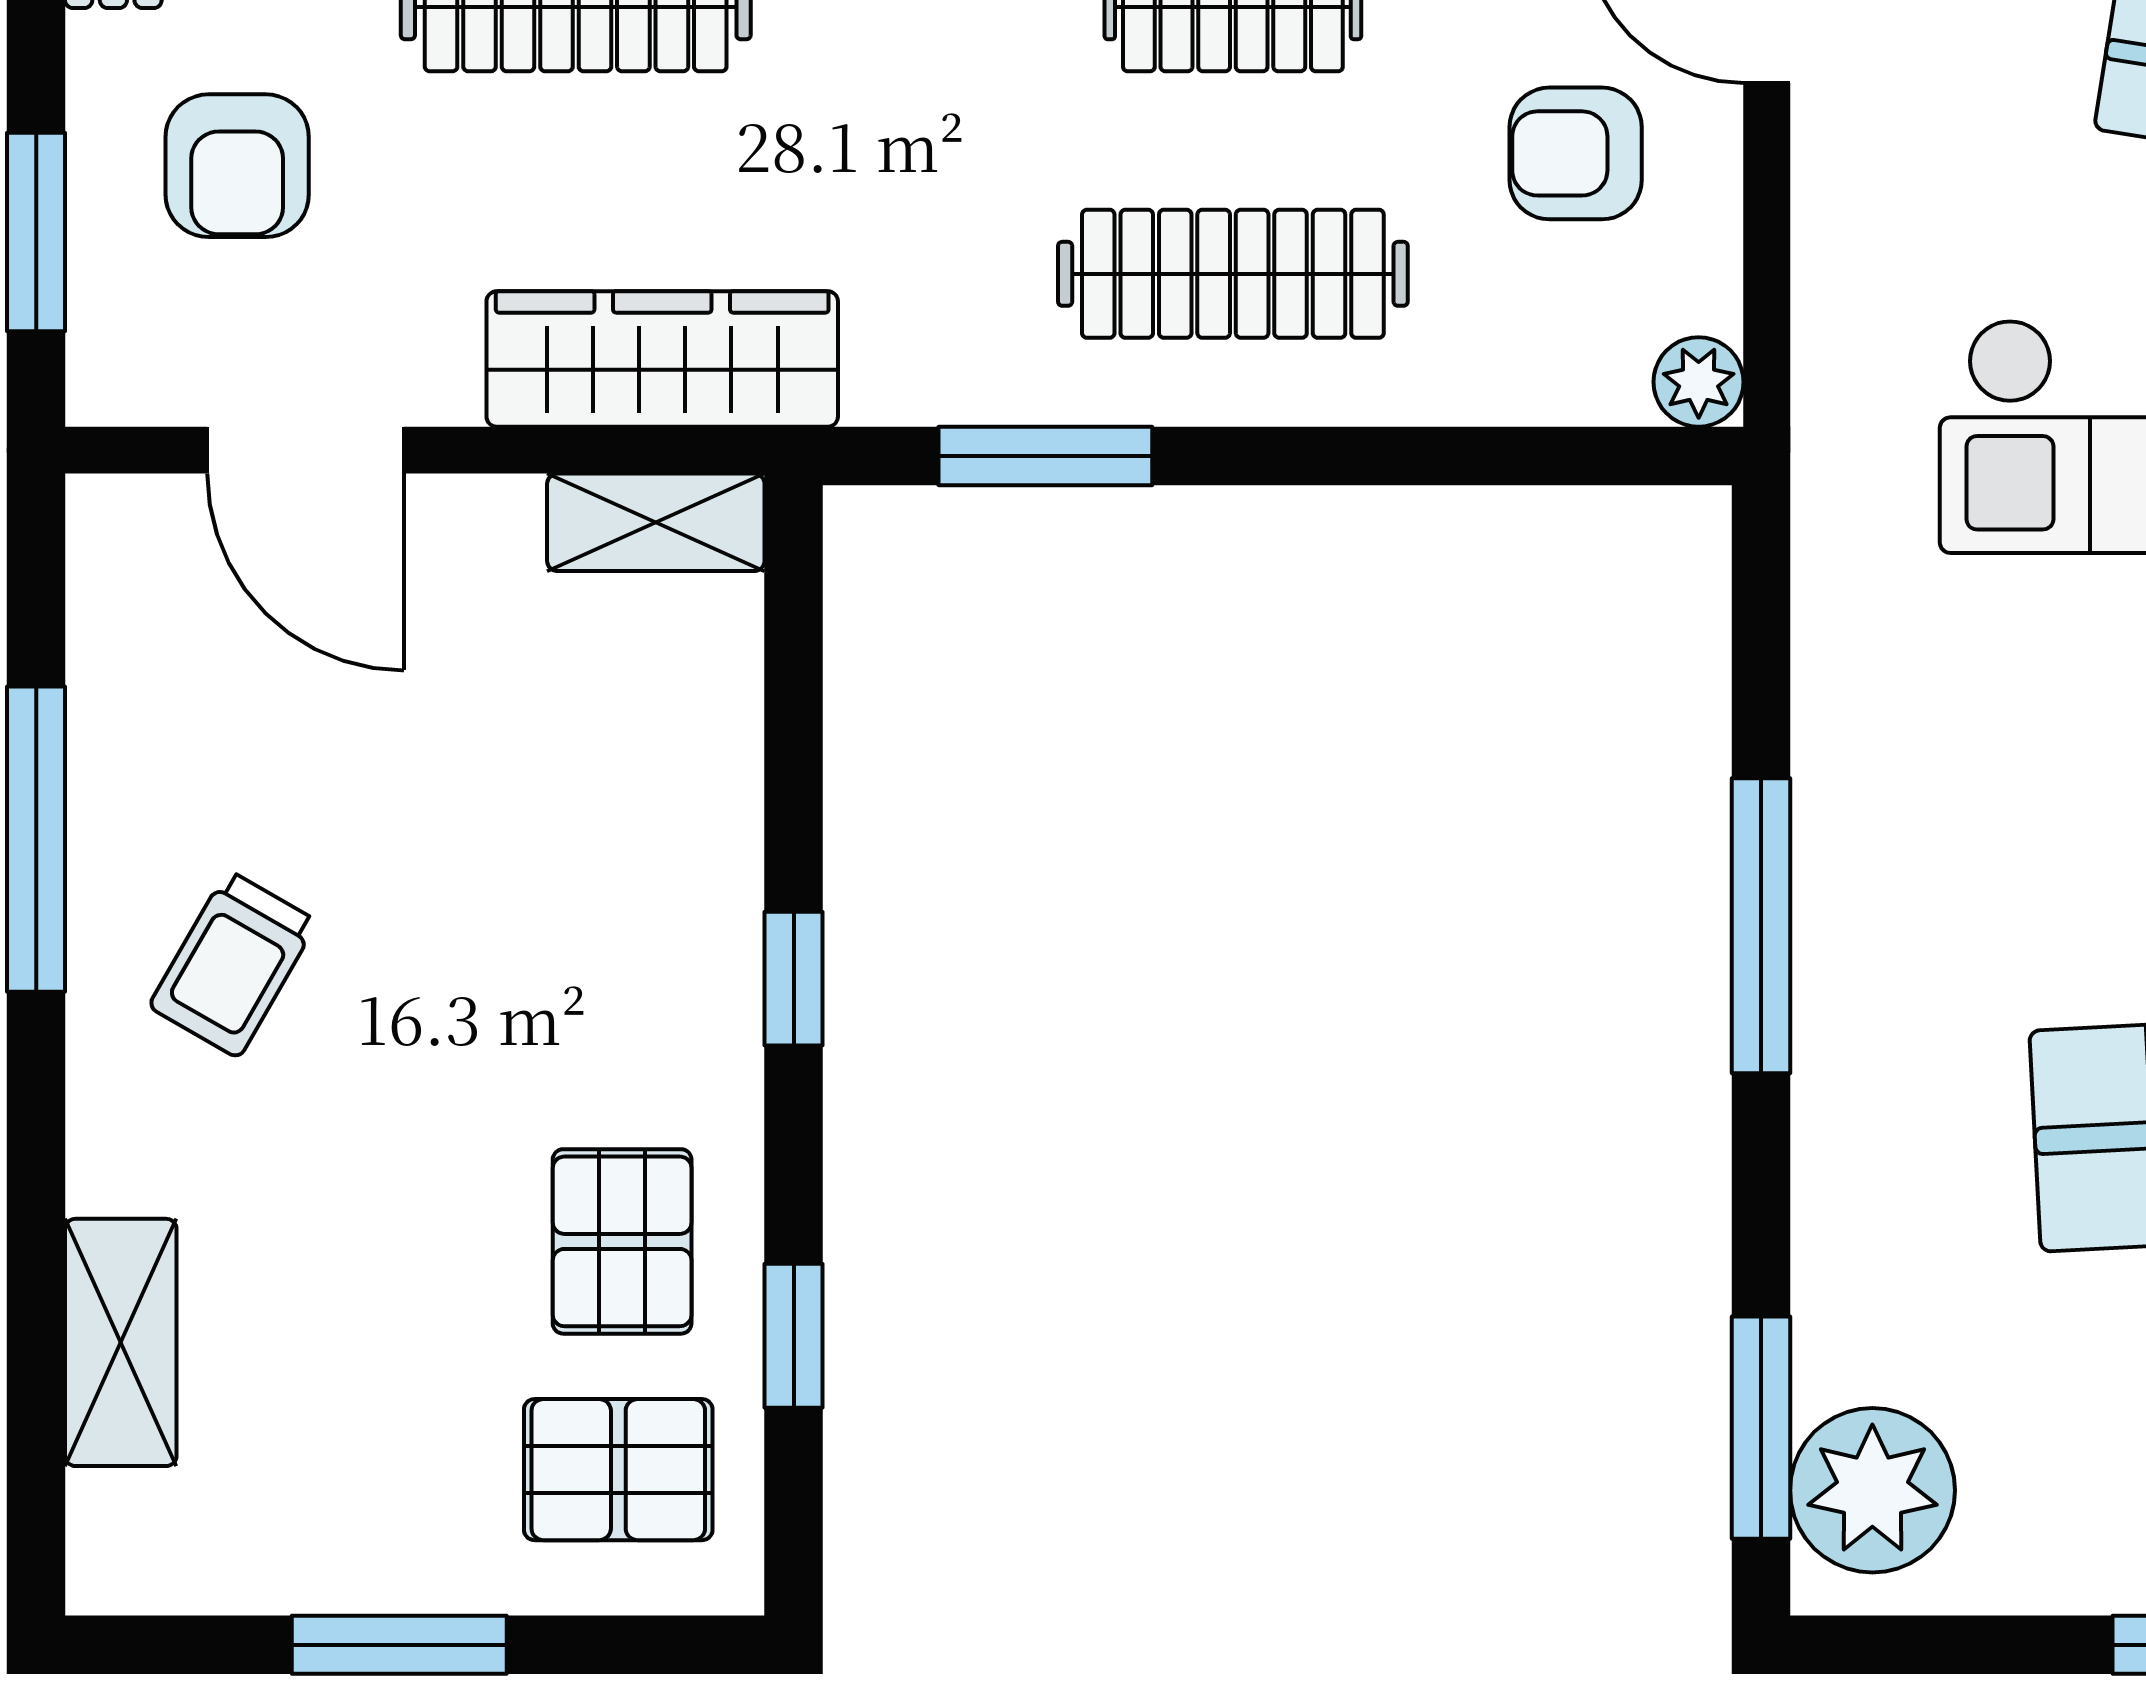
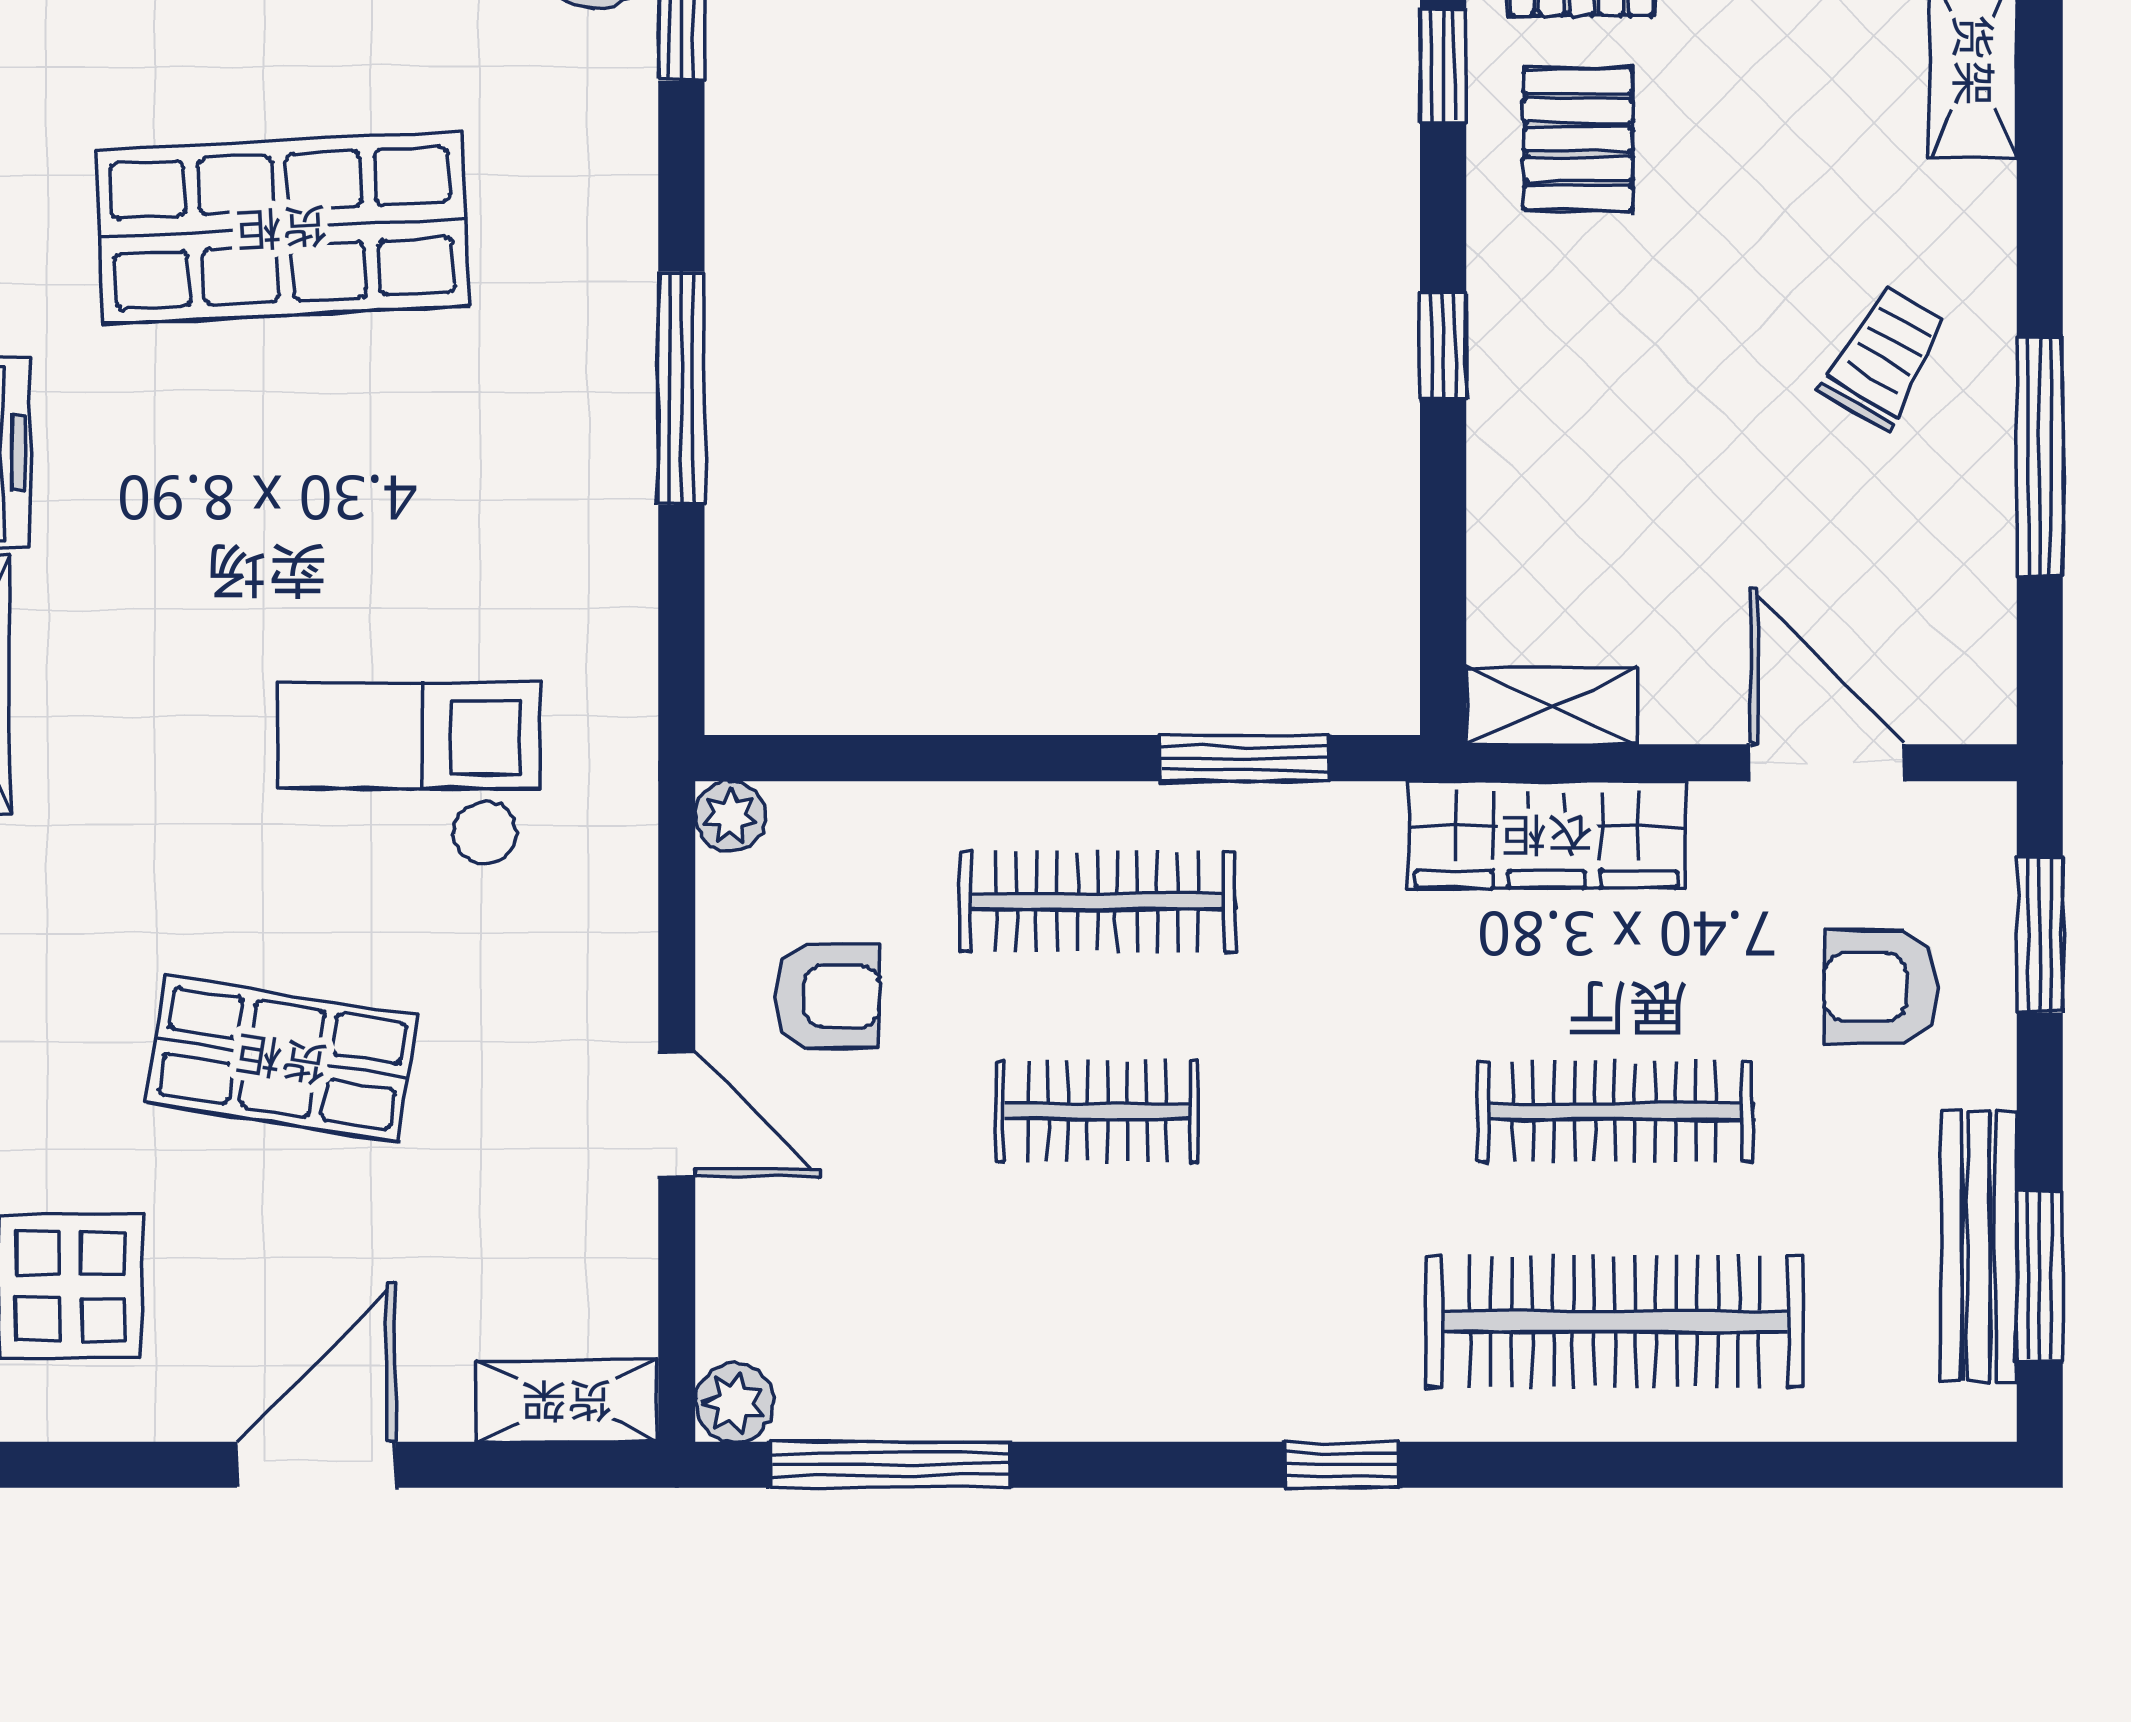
armchair: (237, 166) -> (1881, 987), turned -90

